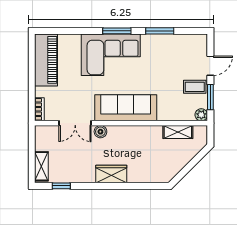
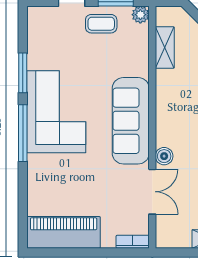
window: (117, 31) -> (23, 133), width x1.44
corner sofa: (111, 55) -> (56, 112), moved
coffee table: (195, 87) -> (101, 24), turned 90

